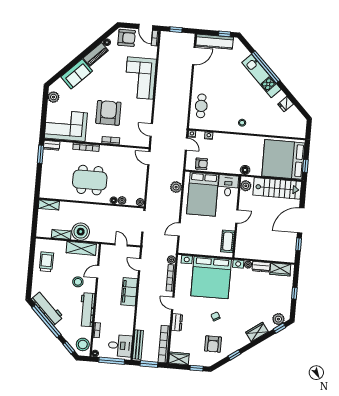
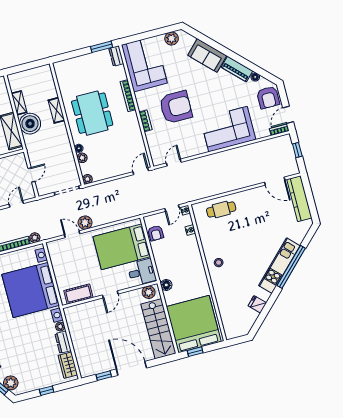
window: (225, 34) -> (312, 207), removed
plant: (176, 187) -> (85, 223), moved
shelving: (49, 205) -> (56, 110), moved
door: (237, 216) -> (110, 294), hinge flipped

